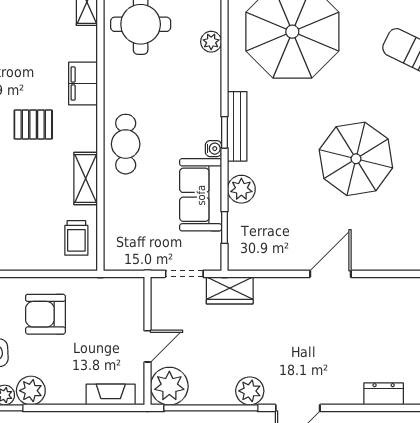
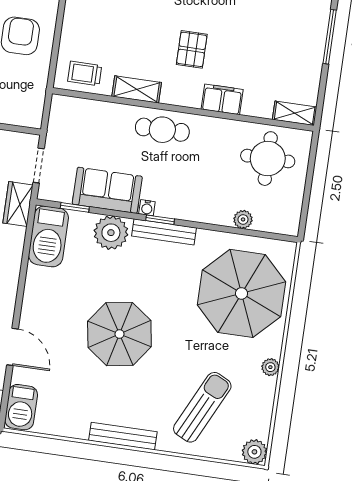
plant: (241, 189) -> (111, 233), width x1.36, depth x1.36
barbecue: (260, 252) -> (48, 236), added
door: (330, 274) -> (12, 347), moved

